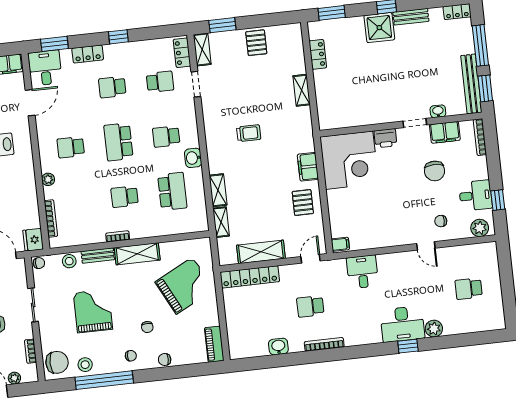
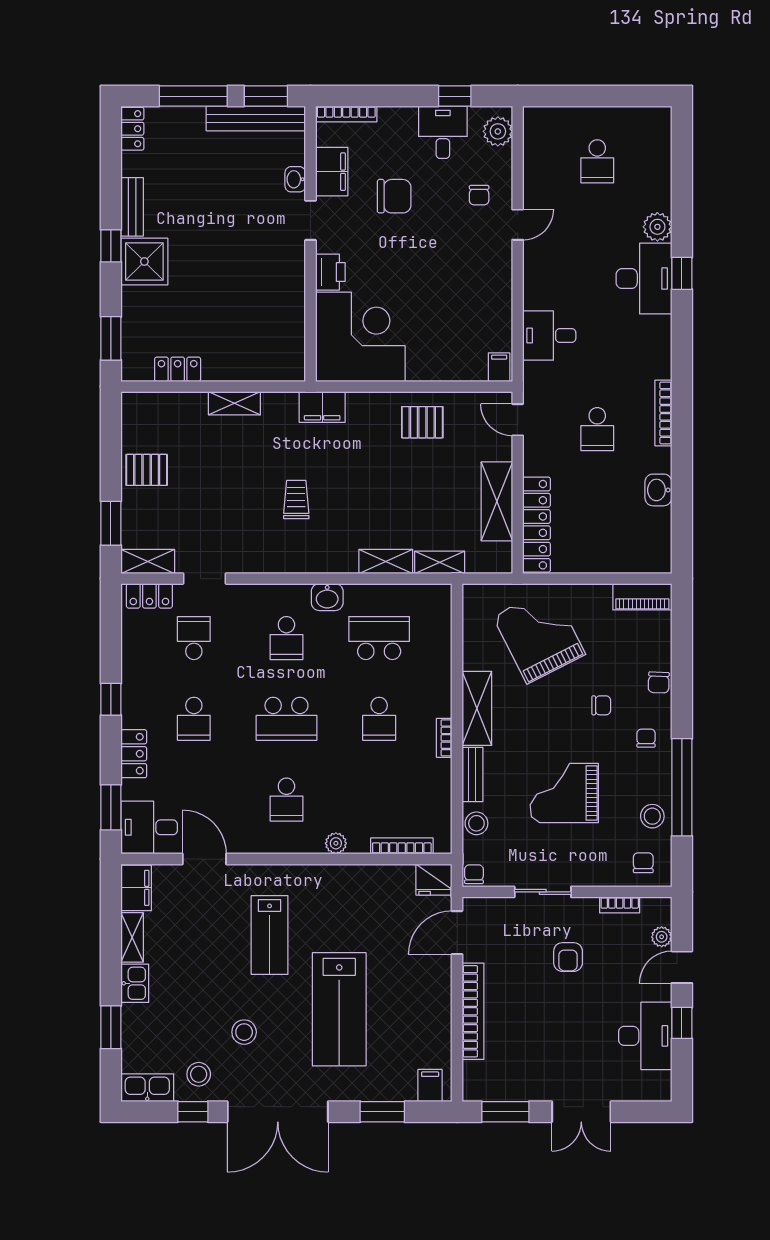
filing cabinet: (308, 167) -> (322, 407), moved
chair: (57, 362) -> (643, 863), width x0.54, depth x0.54

